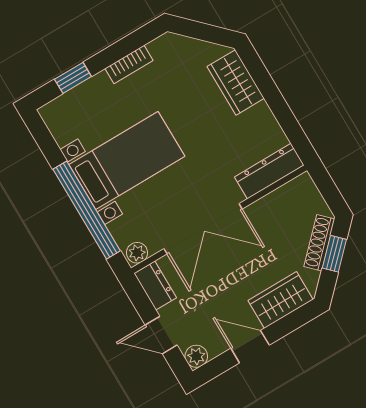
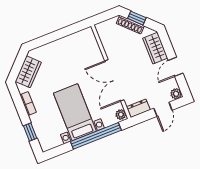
wardrobe: (236, 82) -> (28, 72), moved, turned -45
dresser: (269, 171) -> (91, 43), removed
double door: (203, 229) -> (114, 80), swing flipped

